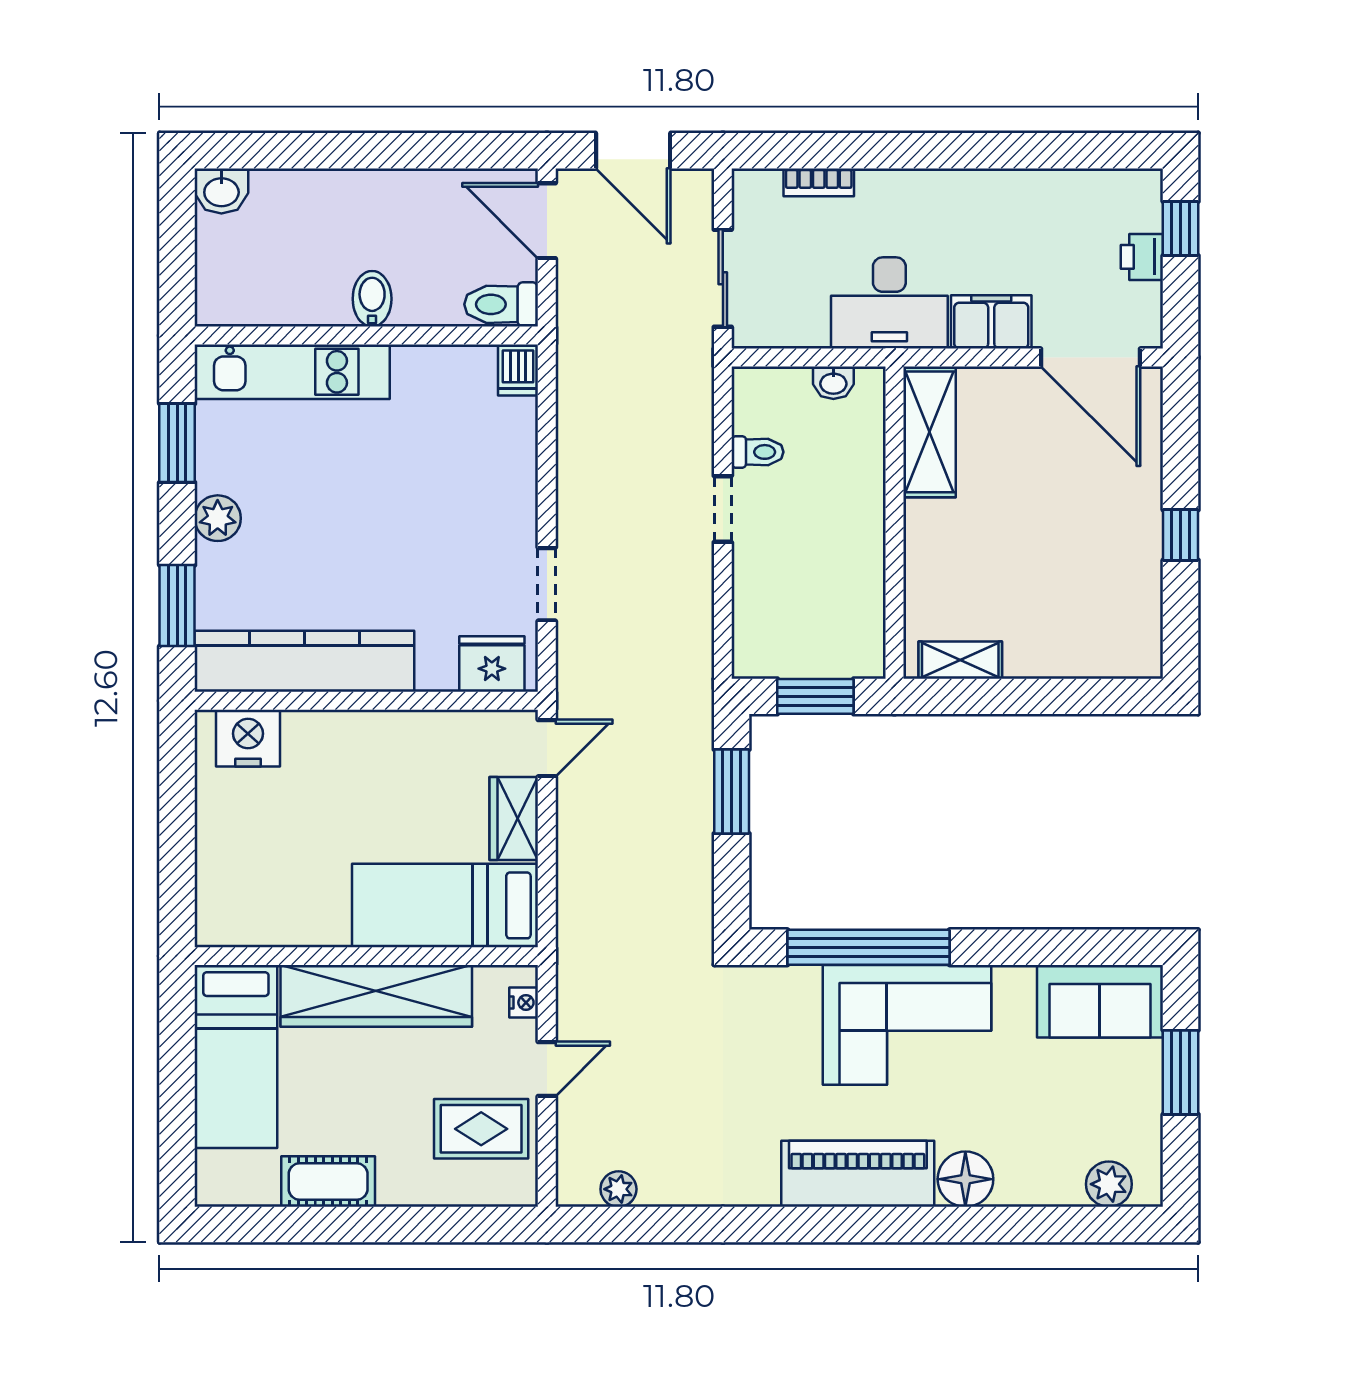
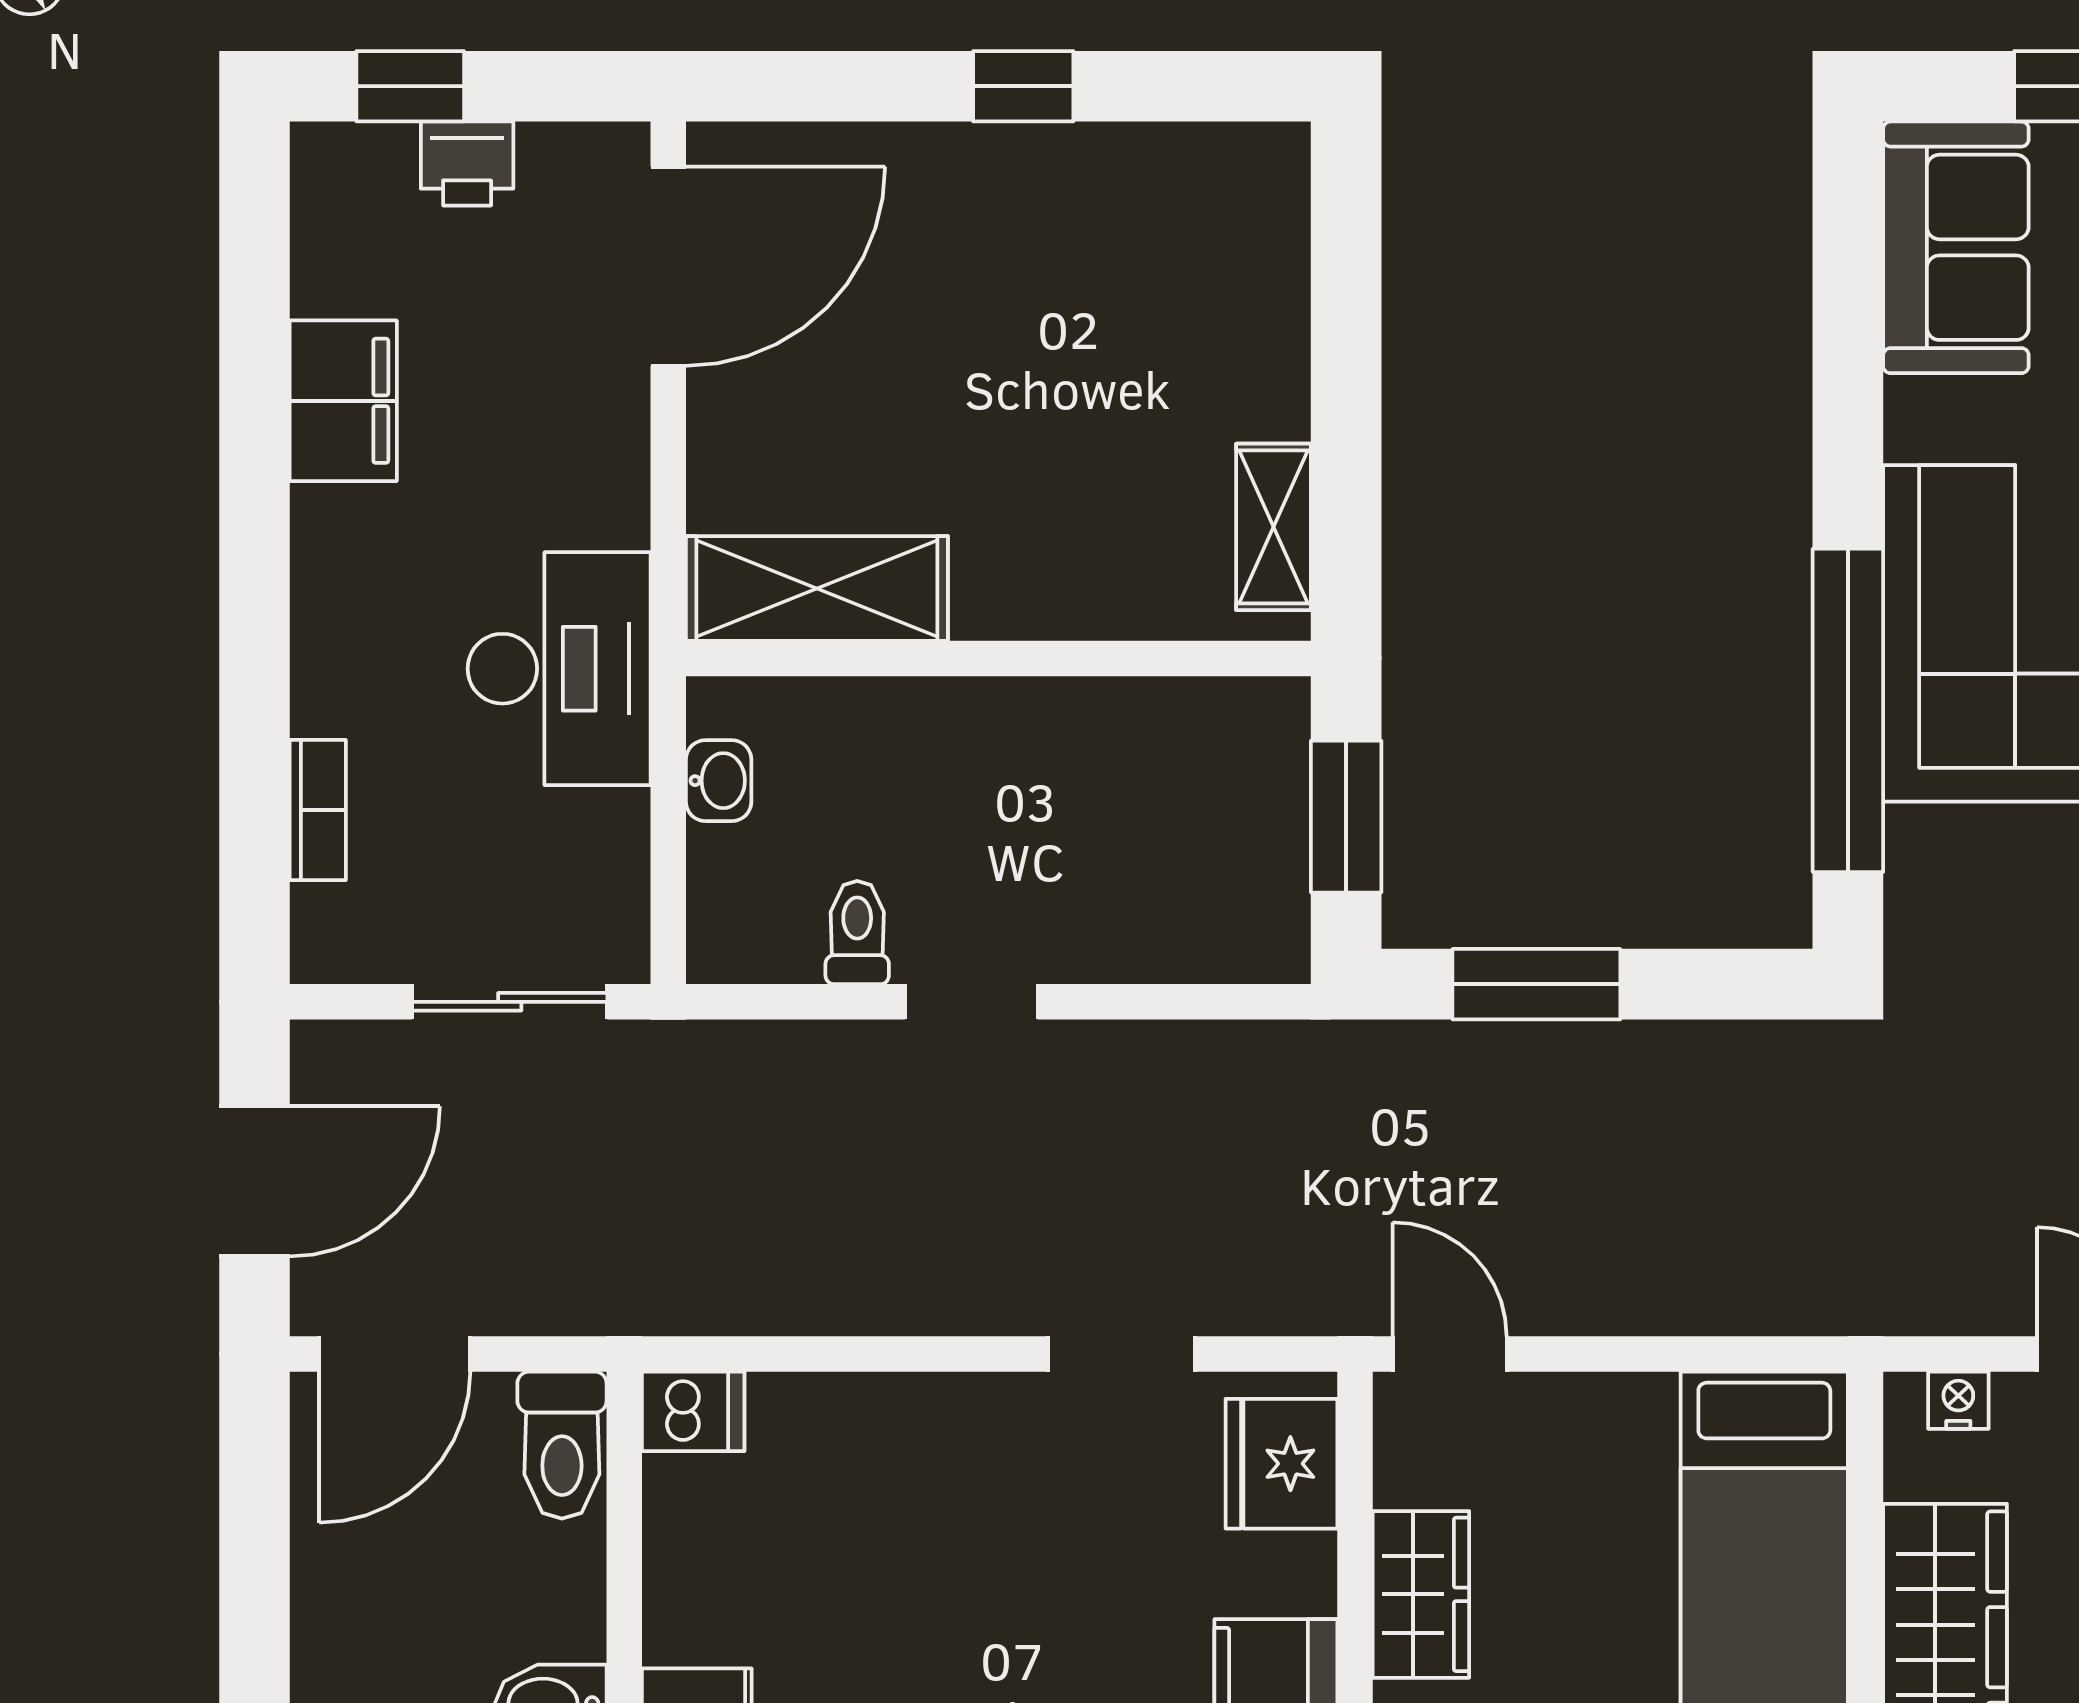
filing cabinet: (991, 322) -> (343, 401), moved, turned 180
wardrobe: (514, 818) -> (1421, 1594), moved, turned -90

